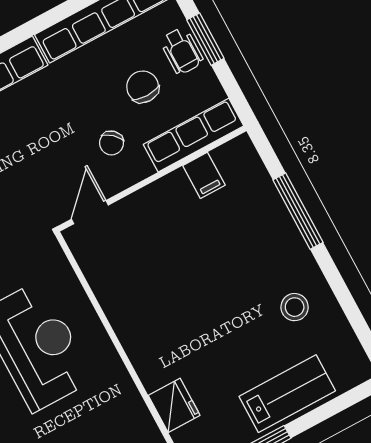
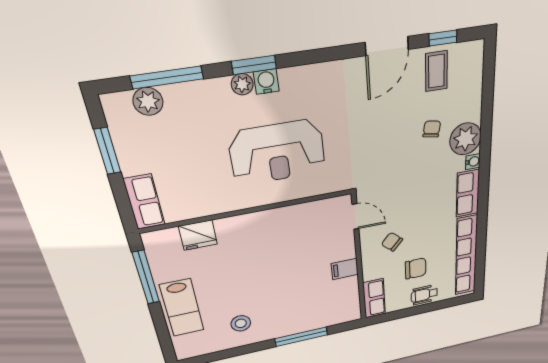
window: (205, 39) -> (424, 309), removed
row of seats: (193, 135) -> (374, 298), width x0.68
filing cabinet: (204, 175) -> (345, 269), moved

